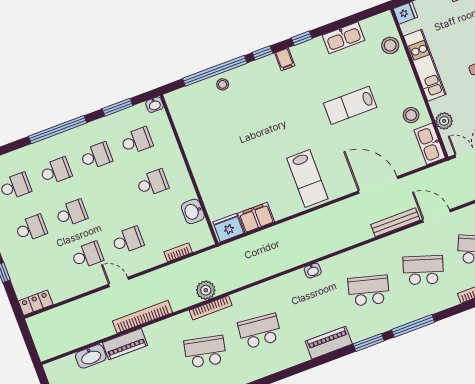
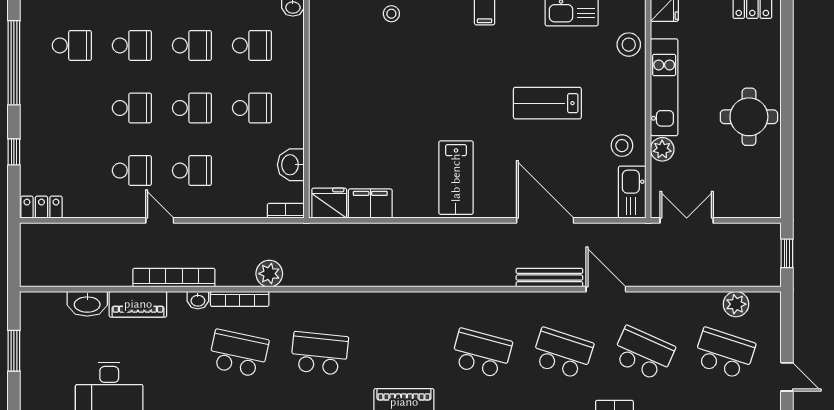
plant: (444, 121) -> (662, 149), moved
school desk: (31, 228) -> (192, 108), moved
bookcase: (178, 252) -> (286, 211), moved
washbasin: (313, 271) -> (198, 300), moved
bookcase: (211, 308) -> (240, 299), moved

